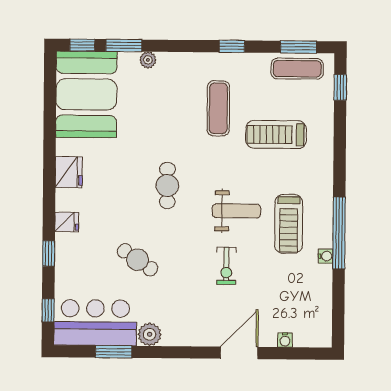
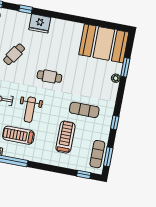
window: (82, 45) -> (129, 46), removed
fridge: (69, 172) -> (66, 27), removed
fridge: (67, 222) -> (40, 23), width x1.88, depth x1.34

